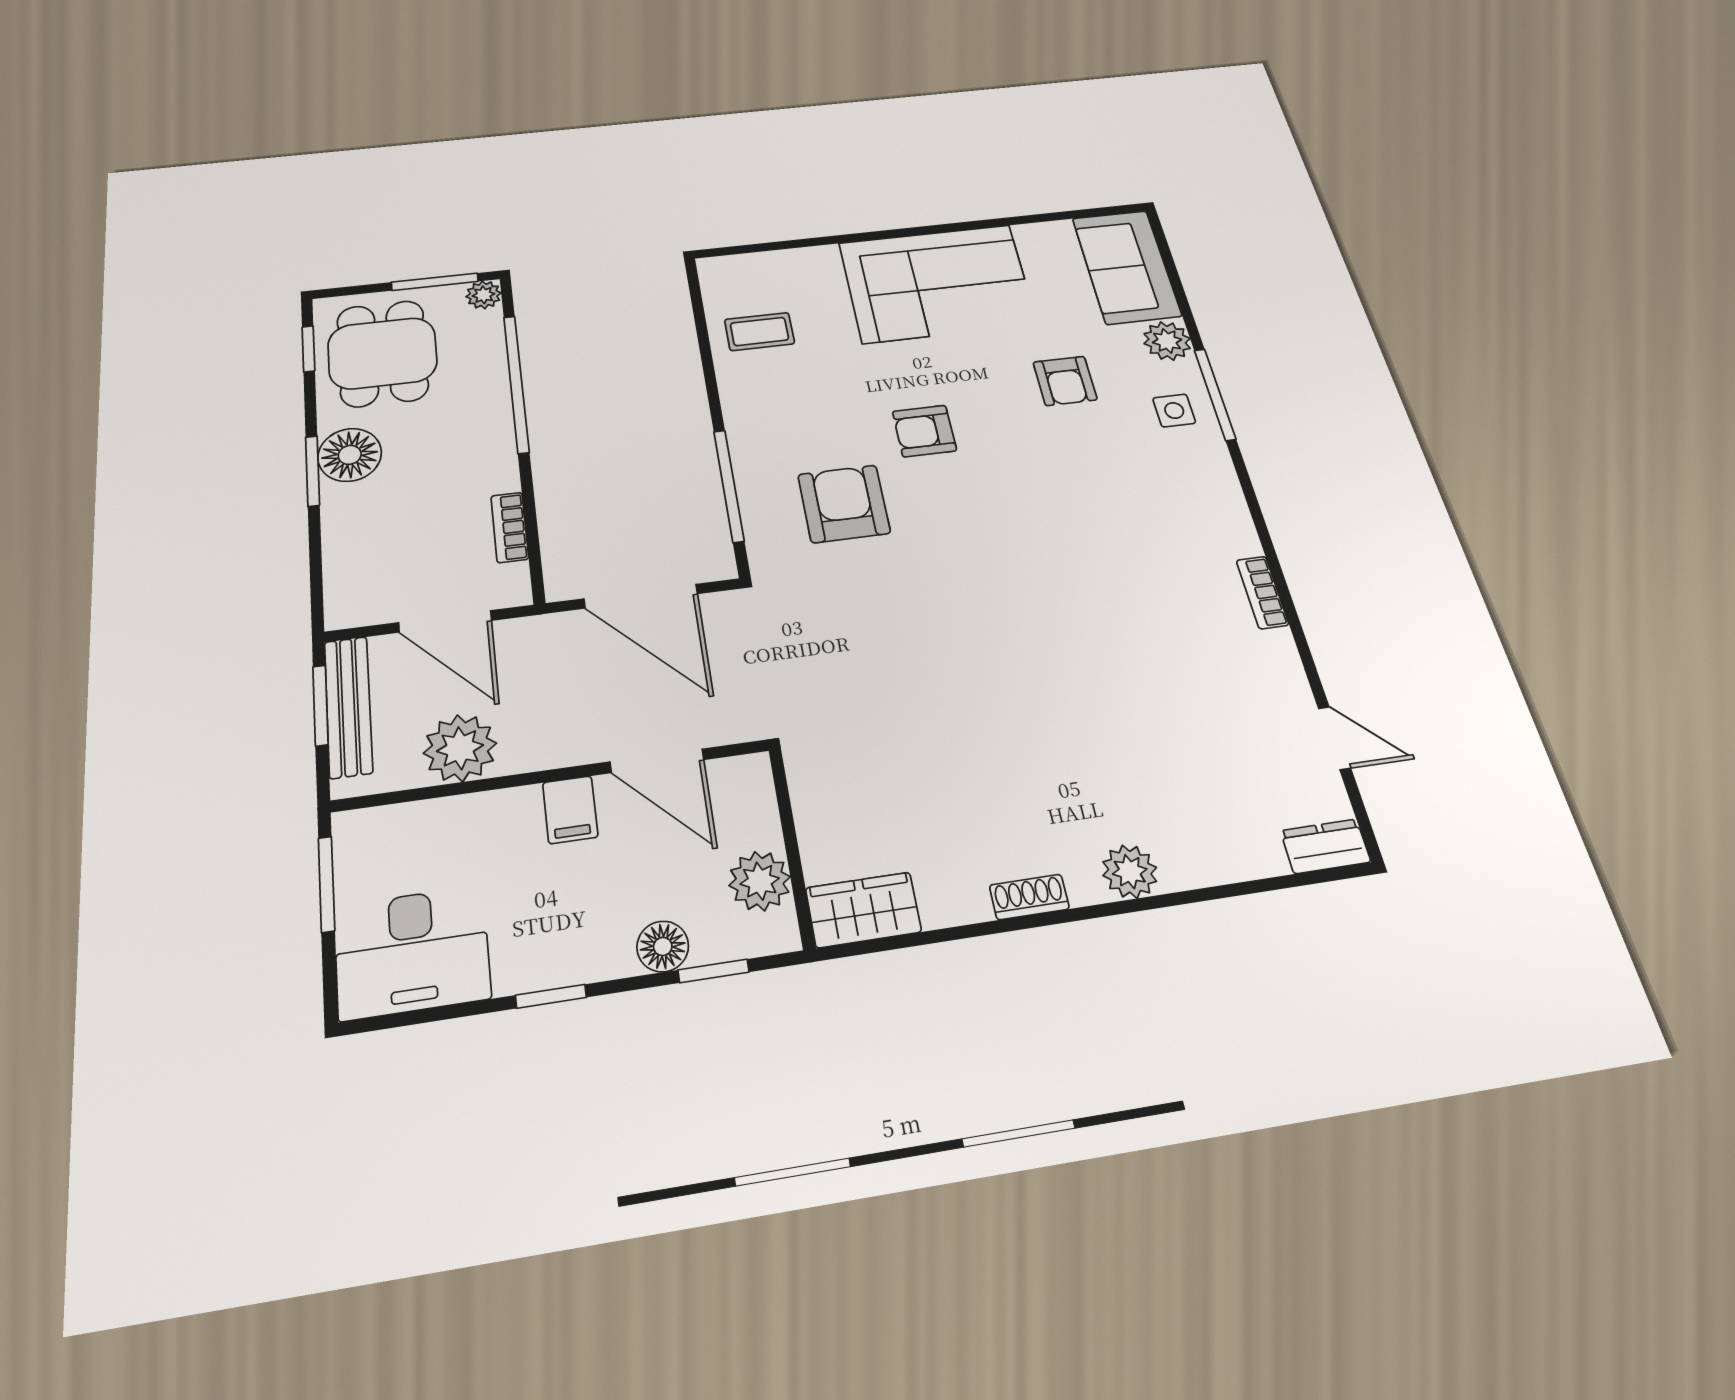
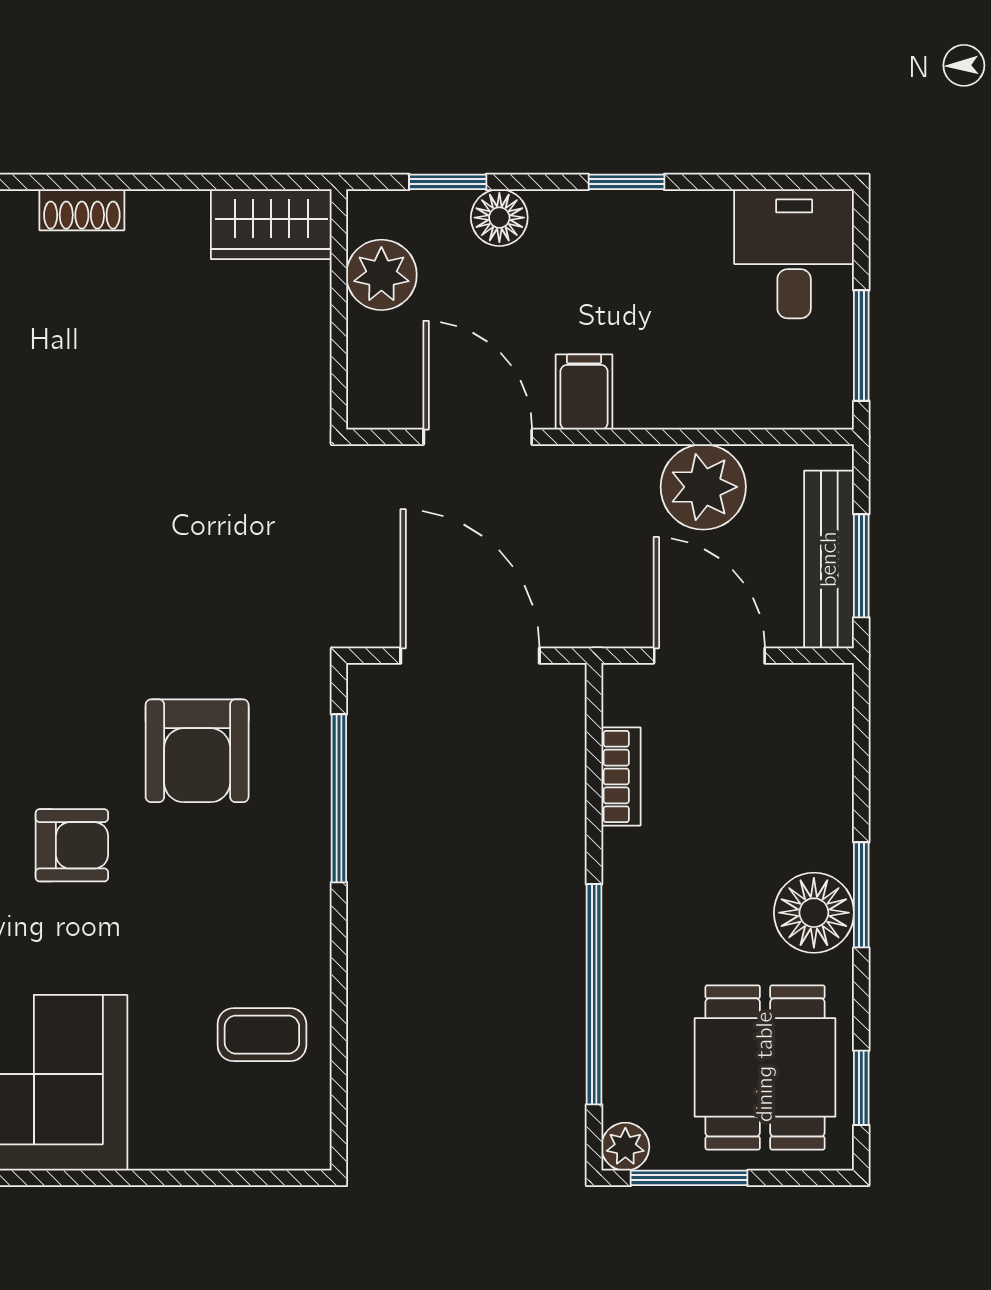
desk: (412, 952) -> (794, 254), width x0.73

